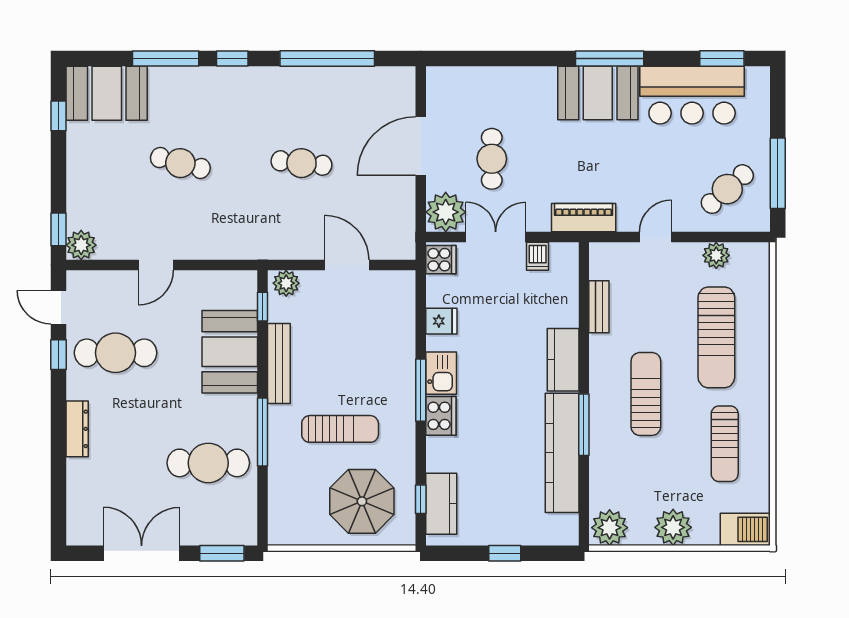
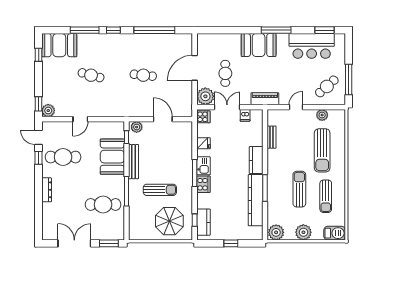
booth: (598, 93) -> (259, 45), moved
sun lounger: (646, 394) -> (299, 189), moved

